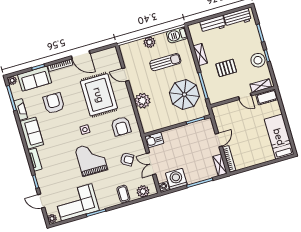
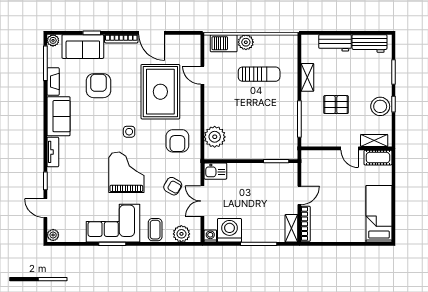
barbecue: (177, 35) -> (224, 43), moved
parasol: (184, 95) -> (272, 123), removed
plant: (142, 101) -> (215, 137), moved
corner sofa: (77, 202) -> (113, 223), moved

